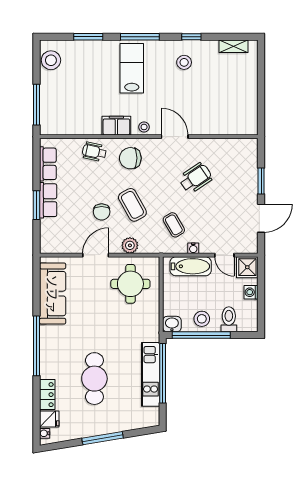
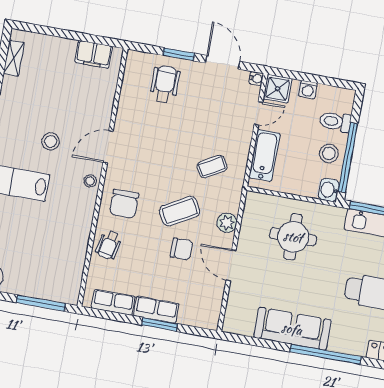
stool: (184, 62) -> (51, 141), moved
filing cabinet: (116, 126) -> (94, 54), moved, turned -90
wheelchair: (196, 178) -> (165, 84), moved, turned 34
water cooler: (193, 248) -> (256, 79), moved
round table: (130, 284) -> (293, 237), moved
sofa: (53, 294) -> (292, 329), moved

